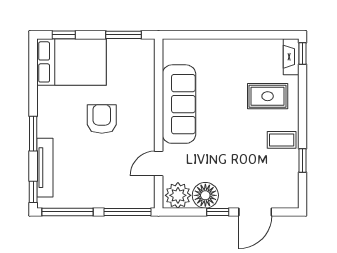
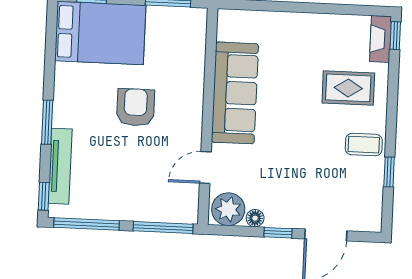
floor lamp: (205, 195) -> (255, 218), width x0.53, depth x0.53

